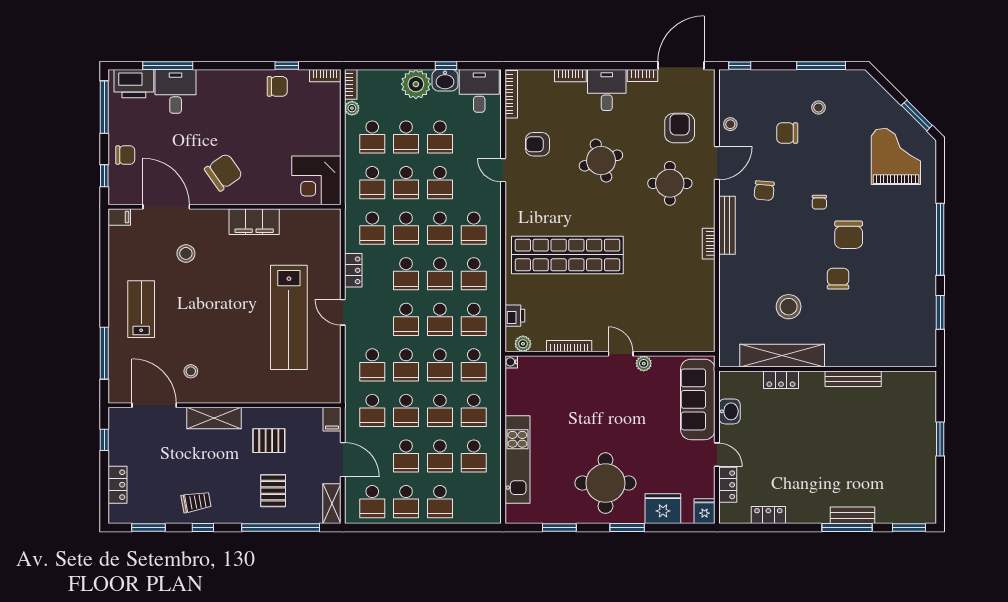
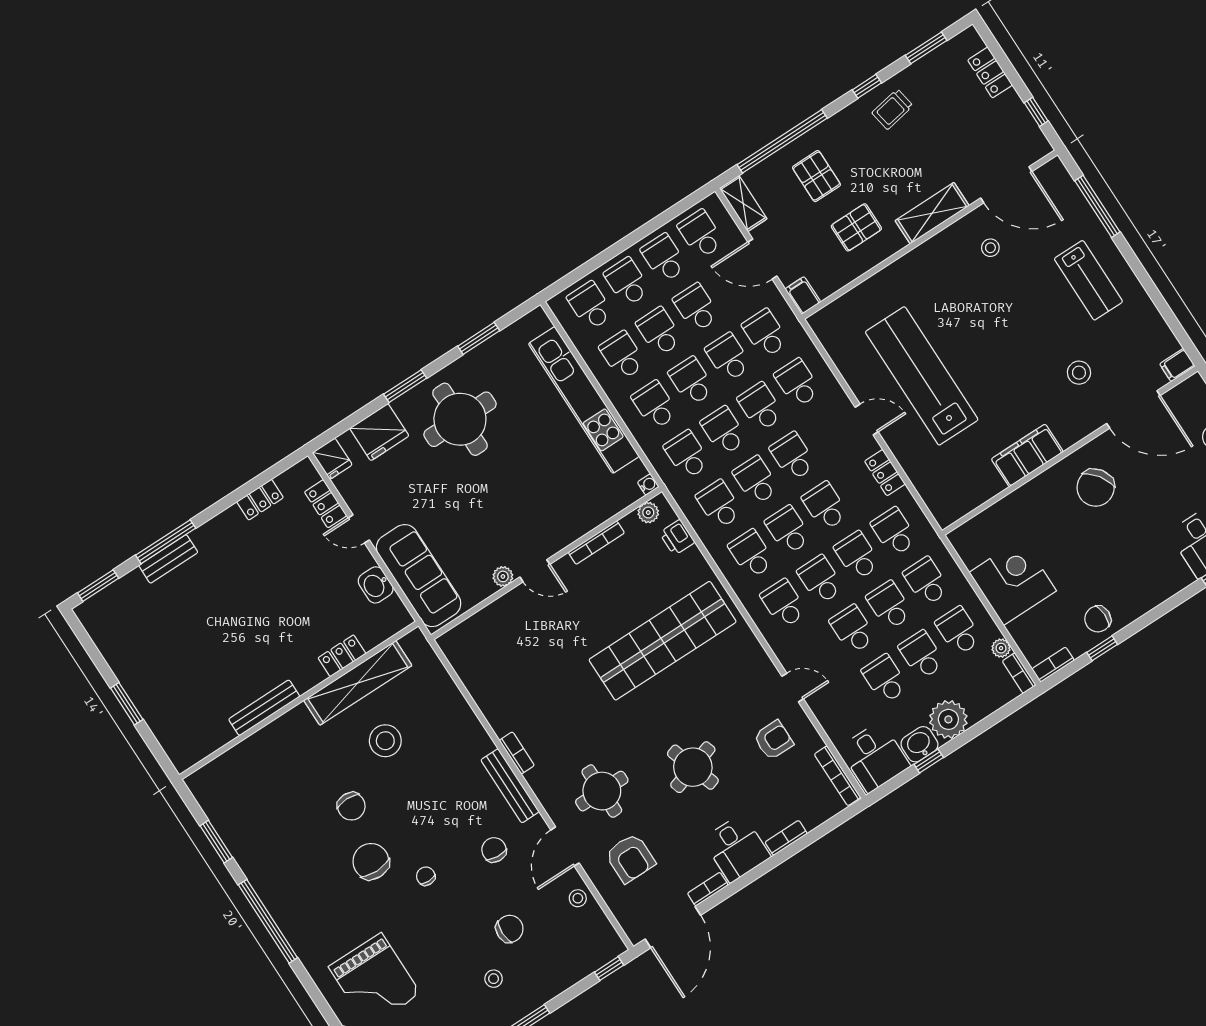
corner desk: (316, 180) -> (1013, 582), moved
kitchen unit: (517, 459) -> (584, 400), width x1.36
school desk: (474, 502) -> (590, 306), added

